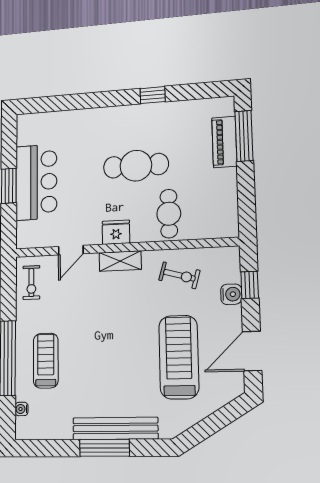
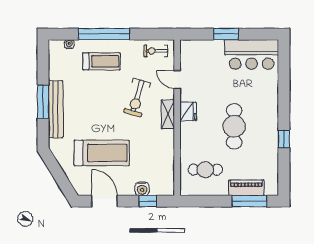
bar counter: (36, 182) -> (252, 54), moved
cafe table: (169, 214) -> (205, 170), moved
exercise bike: (179, 275) -> (137, 98), moved, width x1.38, depth x1.39

